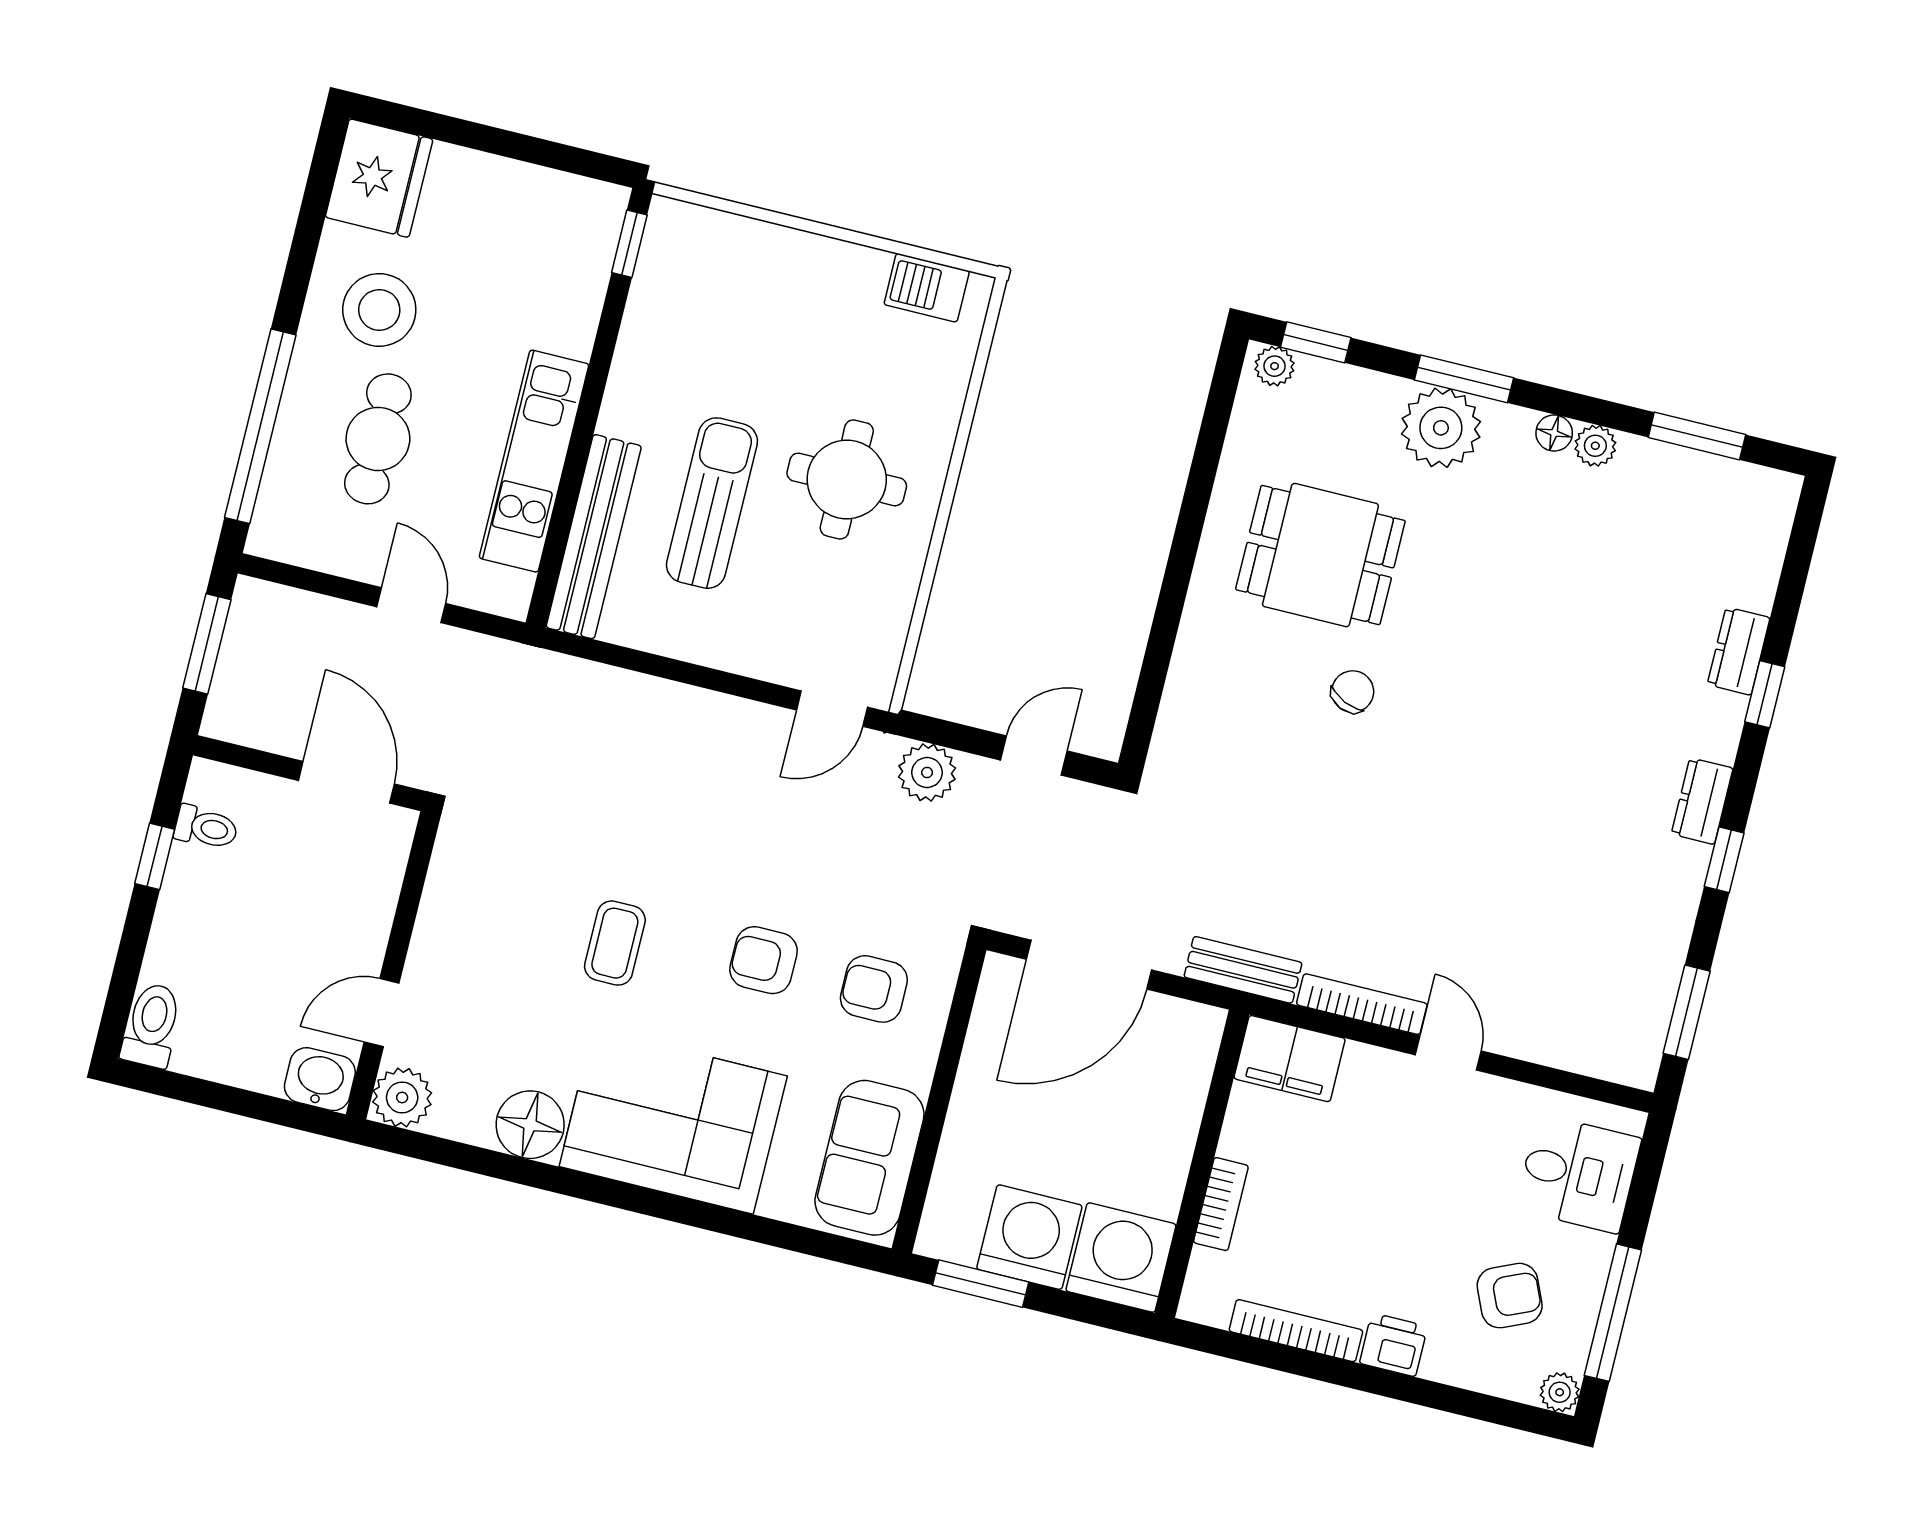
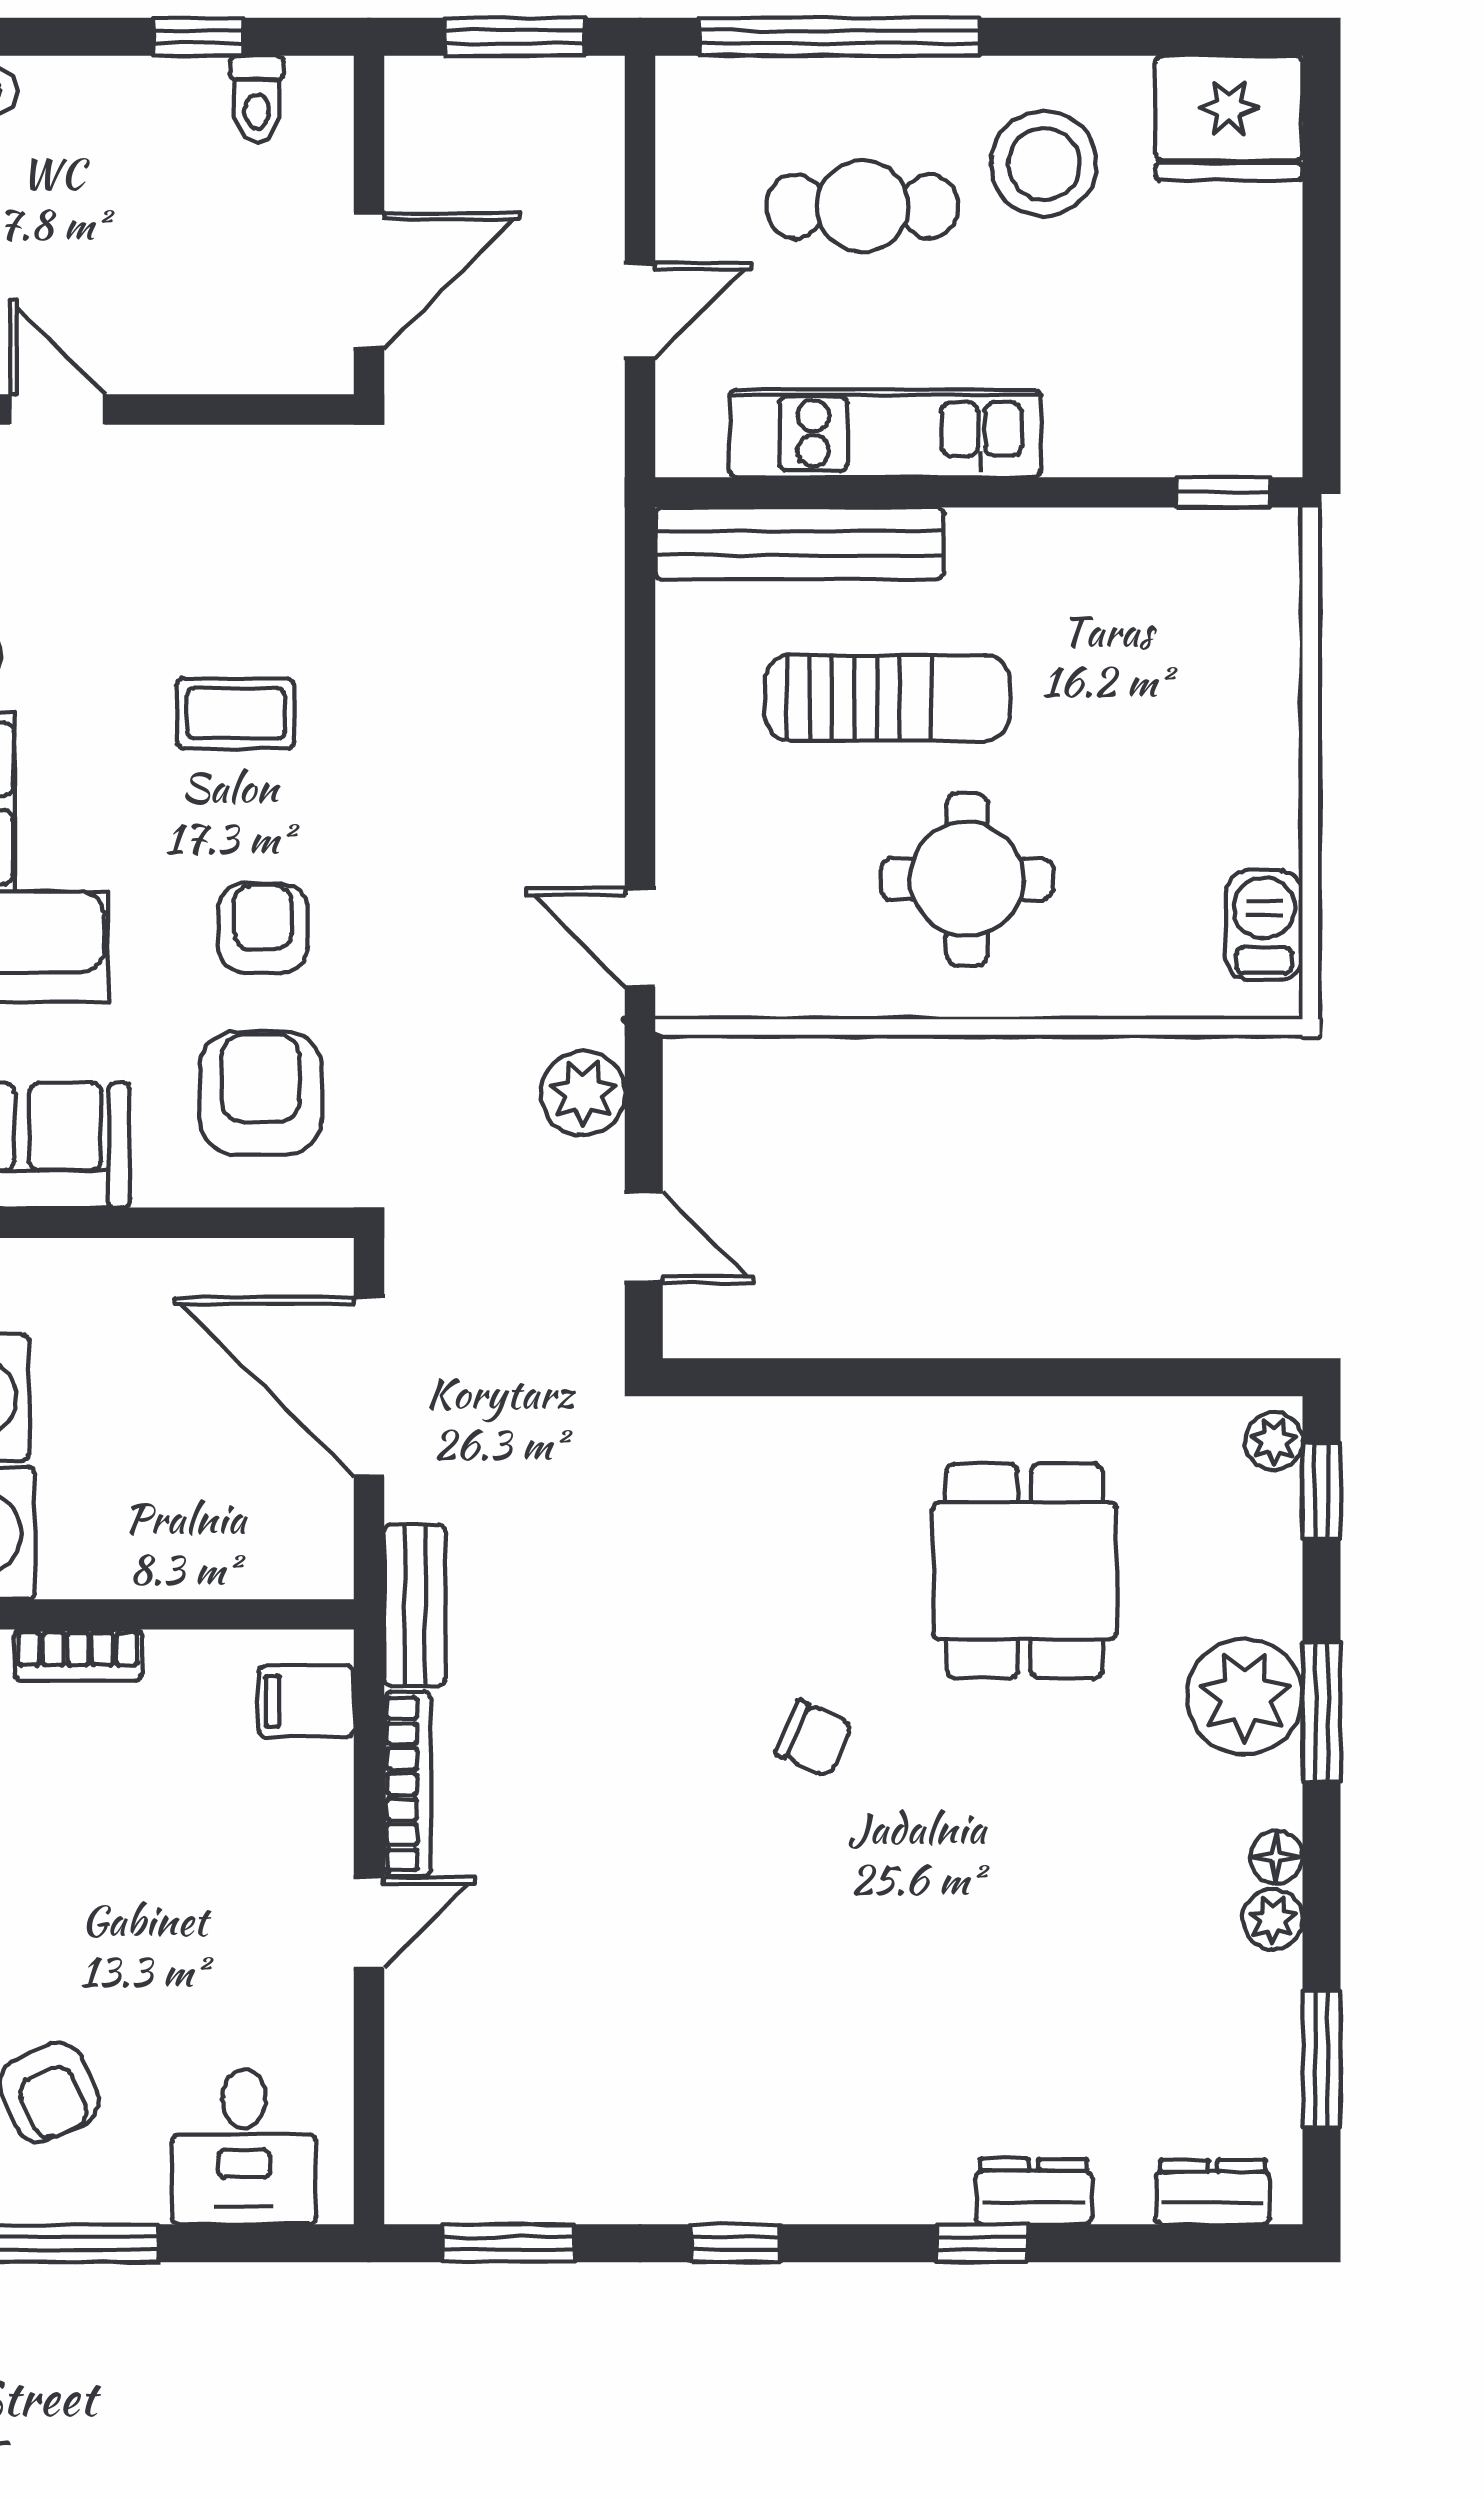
chair: (1353, 692) -> (814, 1738), moved
dresser: (1702, 801) -> (1213, 2192), moved
armchair: (874, 989) -> (260, 1093), width x1.38, depth x1.38
filing cabinet: (1290, 1059) -> (306, 1701), width x0.50

